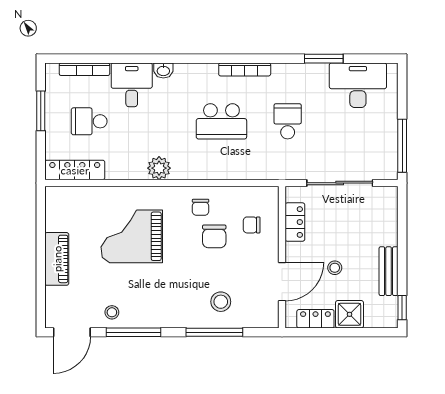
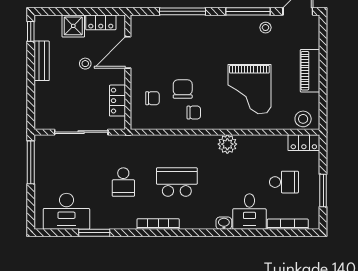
locker: (75, 170) -> (304, 143), width x0.66
chair: (201, 207) -> (194, 113), turned 90
grand piano: (132, 236) -> (249, 89), turned 90
stool: (221, 302) -> (303, 119), moved

